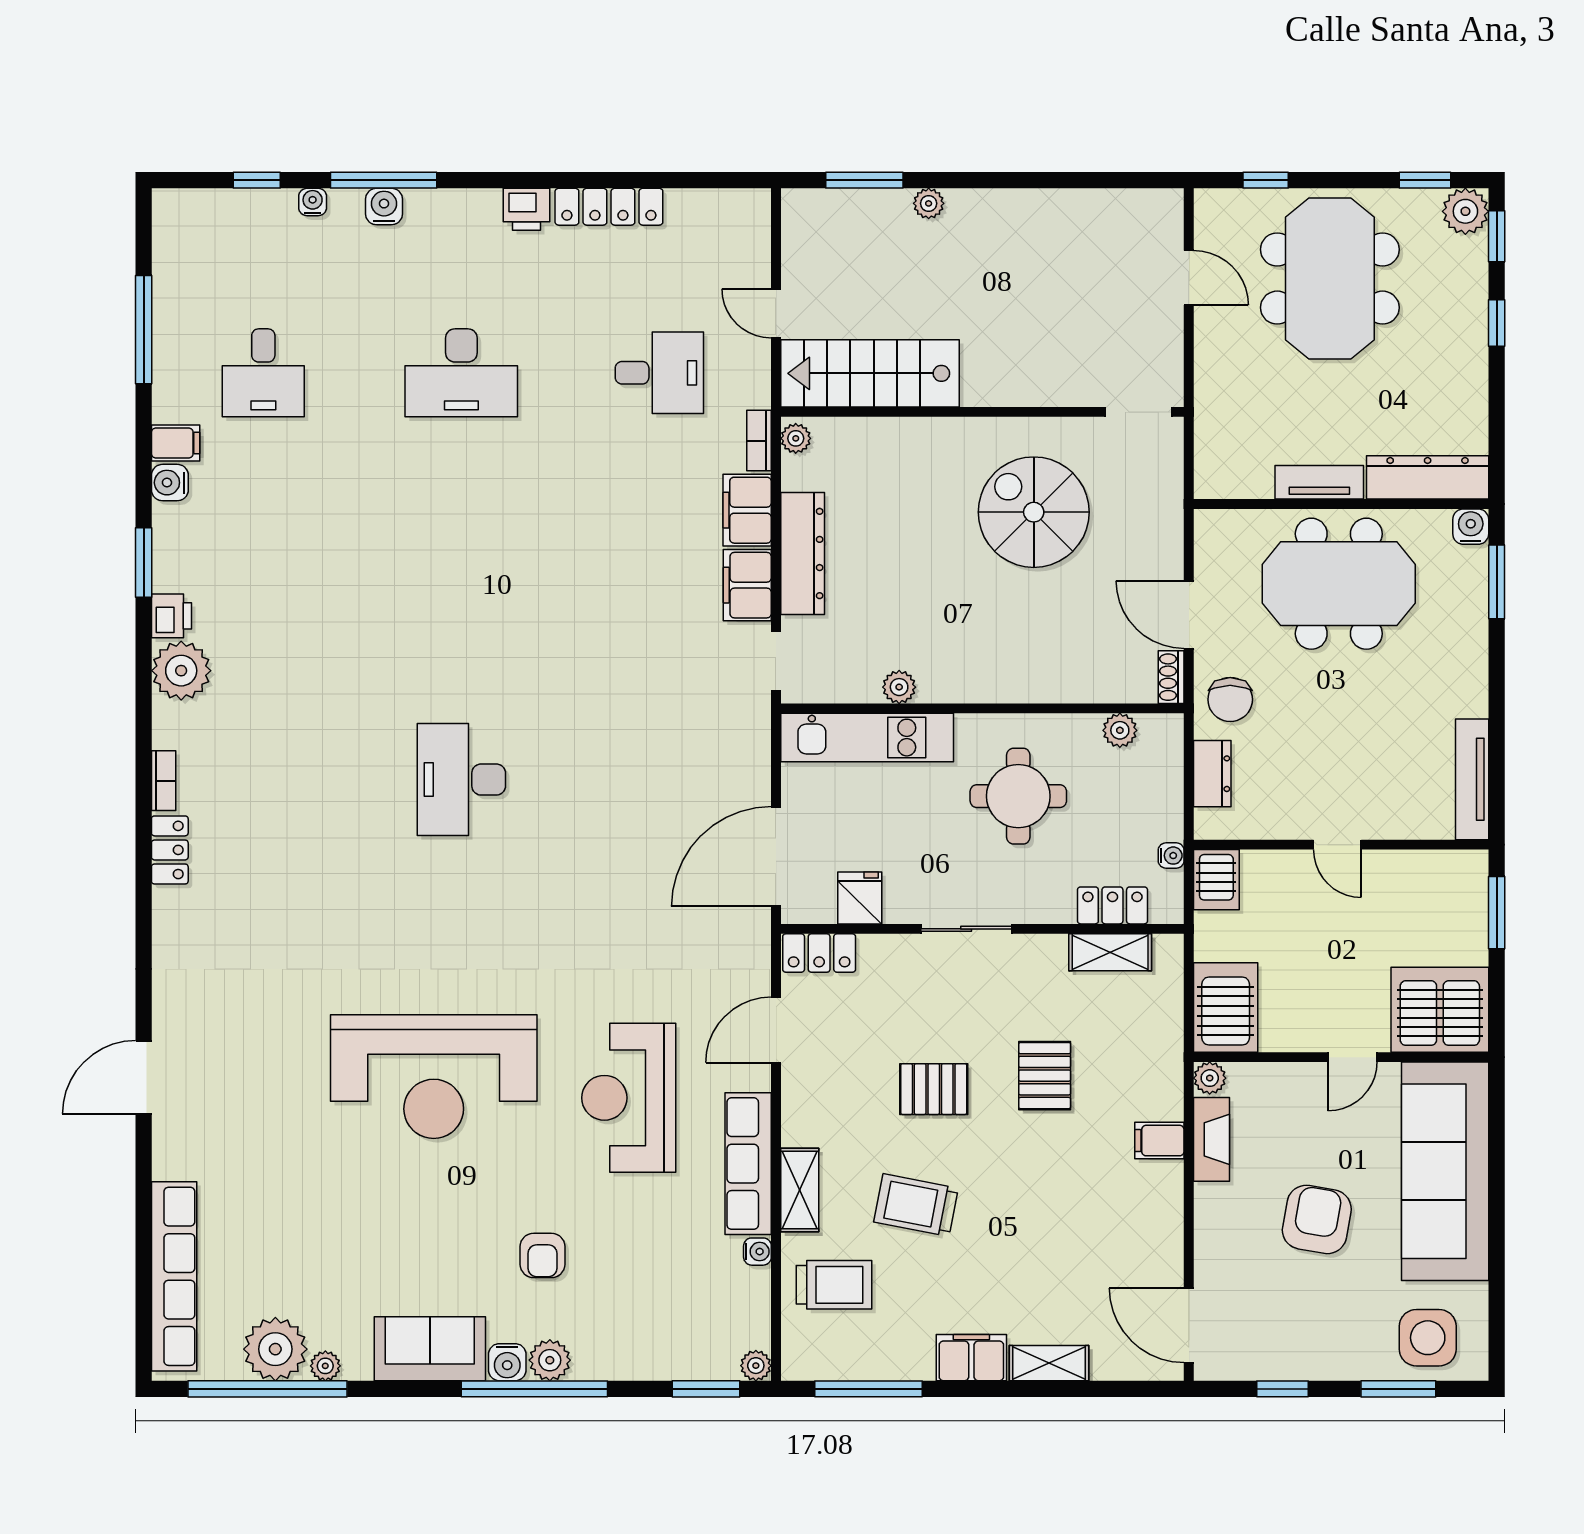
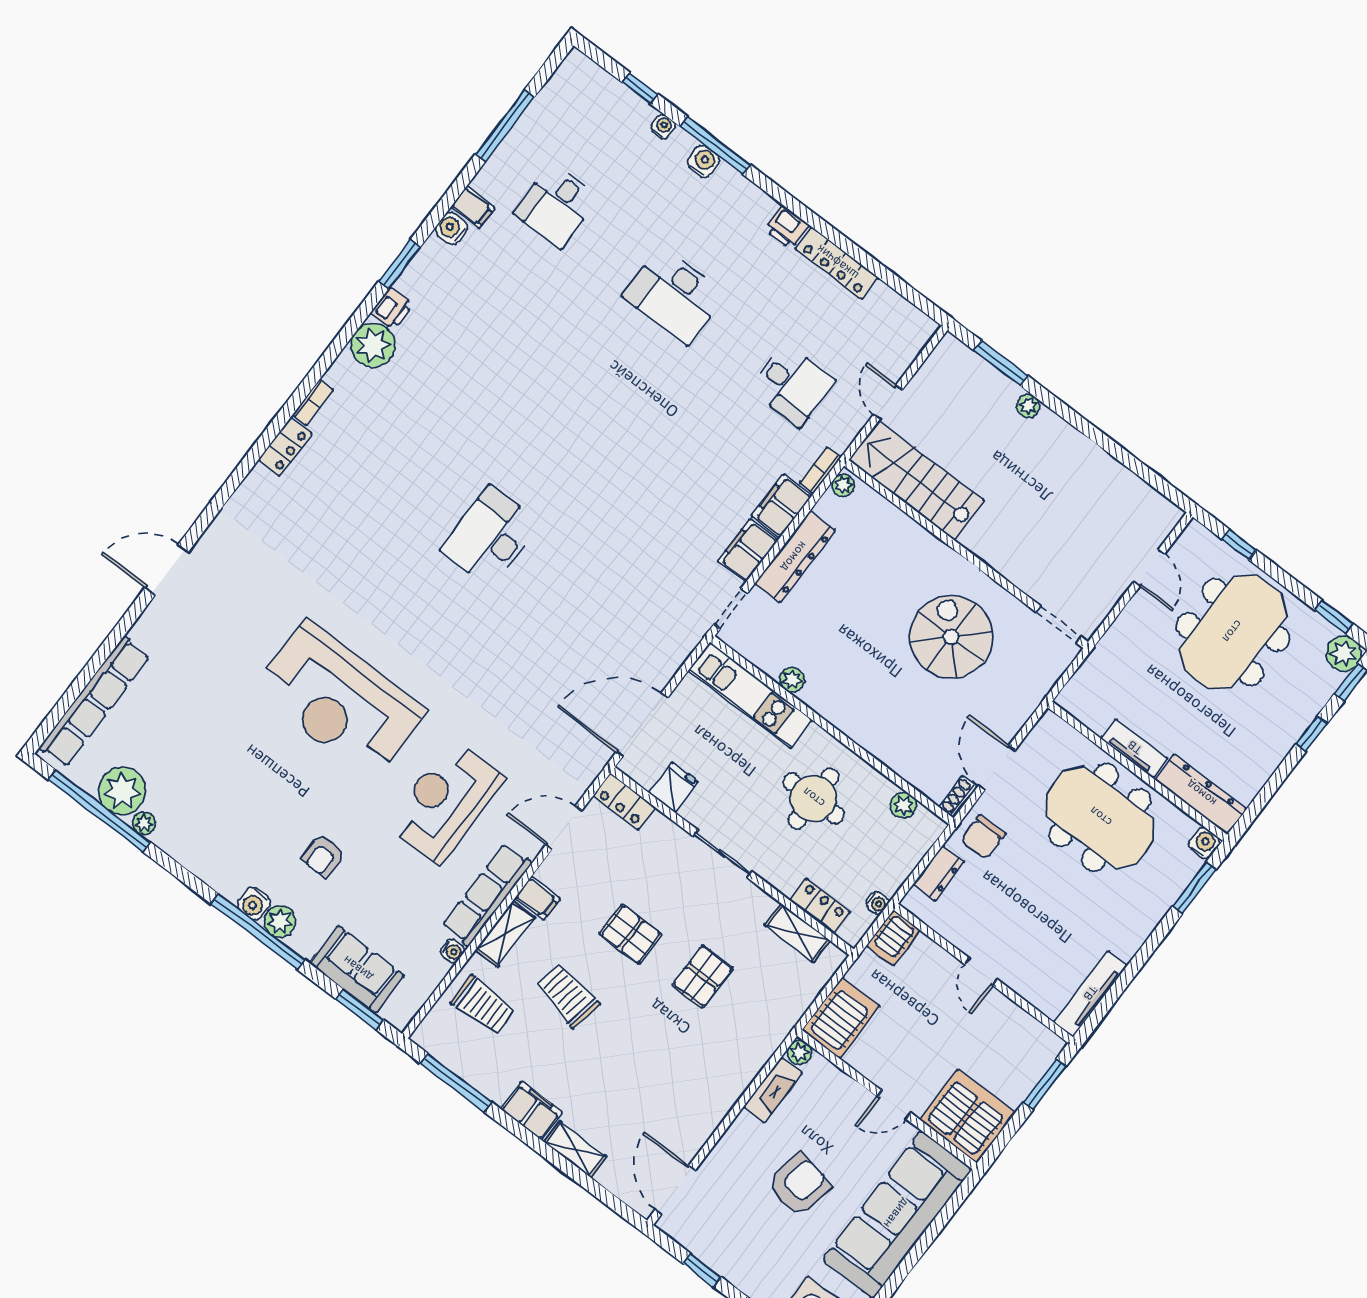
filing cabinet: (1159, 1141) -> (537, 898), moved, turned 180
sofa: (430, 1349) -> (357, 969), moved
plant: (756, 1366) -> (400, 1018), removed

